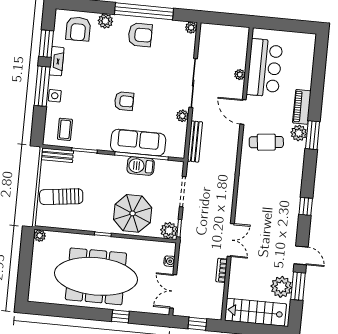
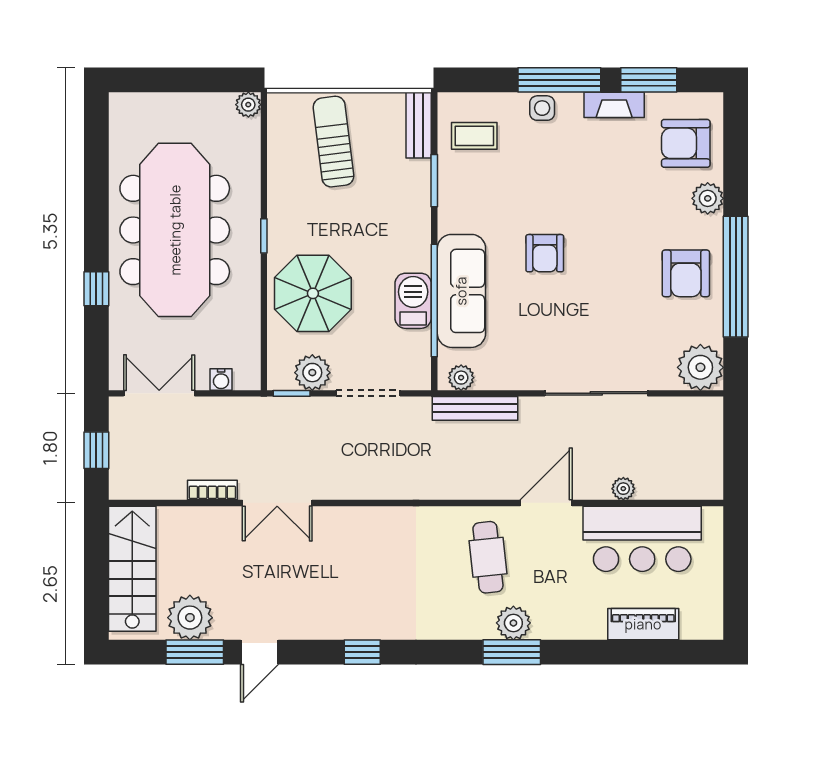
plant: (191, 28) -> (700, 367), width x1.88, depth x1.88
piano: (302, 107) -> (643, 624), moved
plant: (182, 116) -> (461, 378), moved
plant: (169, 230) -> (312, 373), moved

